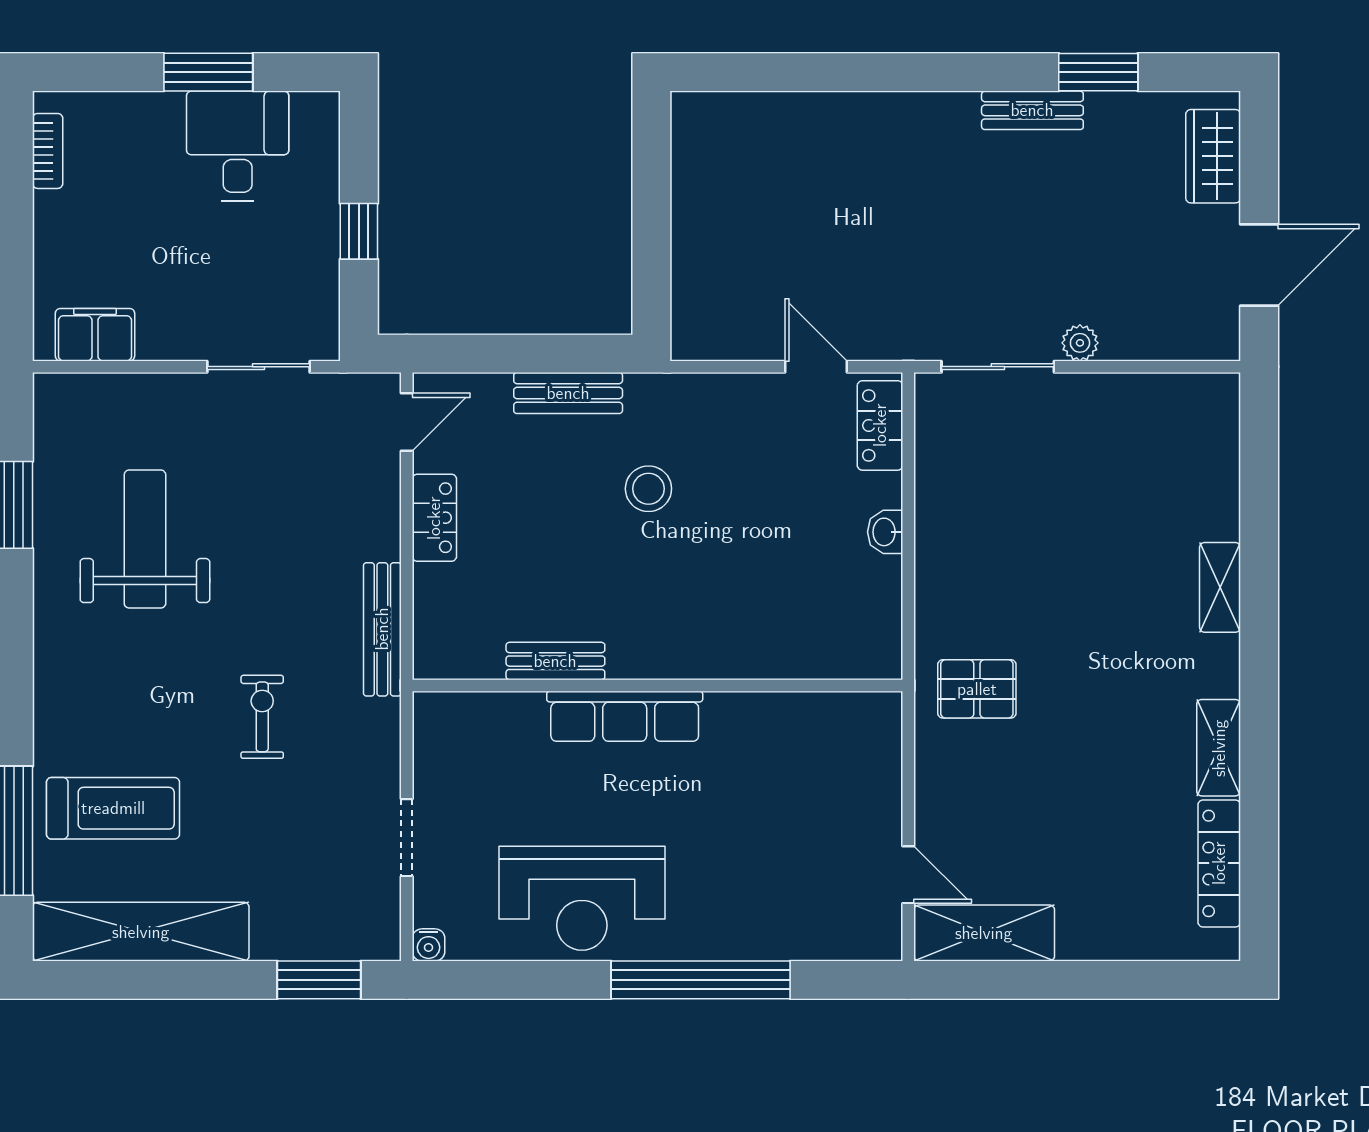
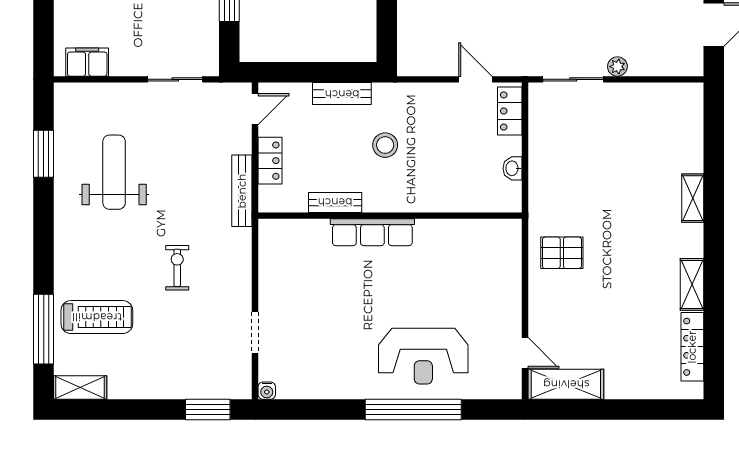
bench: (382, 629) -> (242, 191), moved
bench: (555, 661) -> (335, 202), moved
wall: (658, 685) -> (390, 216), moved
row of seats: (625, 716) -> (372, 232), moved
reception desk: (582, 898) -> (423, 356), moved
shelving: (141, 932) -> (80, 387), width x0.45, depth x0.75

